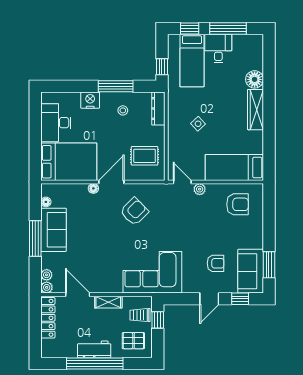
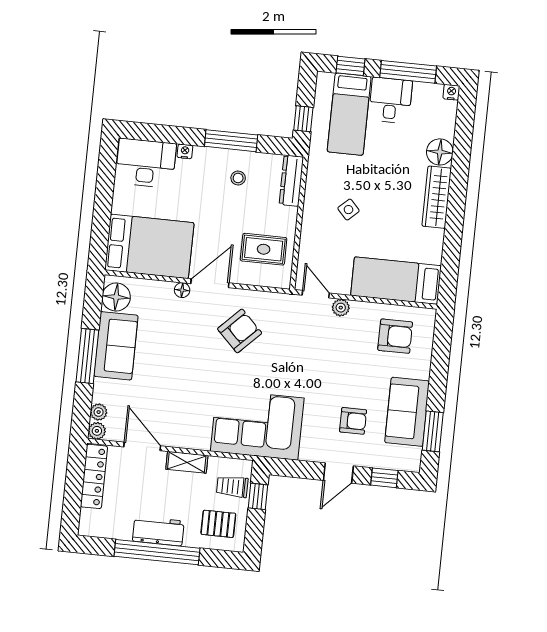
nightstand: (258, 39) -> (451, 92), added
nightstand: (90, 100) -> (185, 151), width x0.53, depth x0.56
desk: (56, 123) -> (146, 163), moved, turned 90
floor lamp: (46, 202) -> (116, 297), width x1.89, depth x1.89
sofa: (251, 271) -> (407, 412), moved

